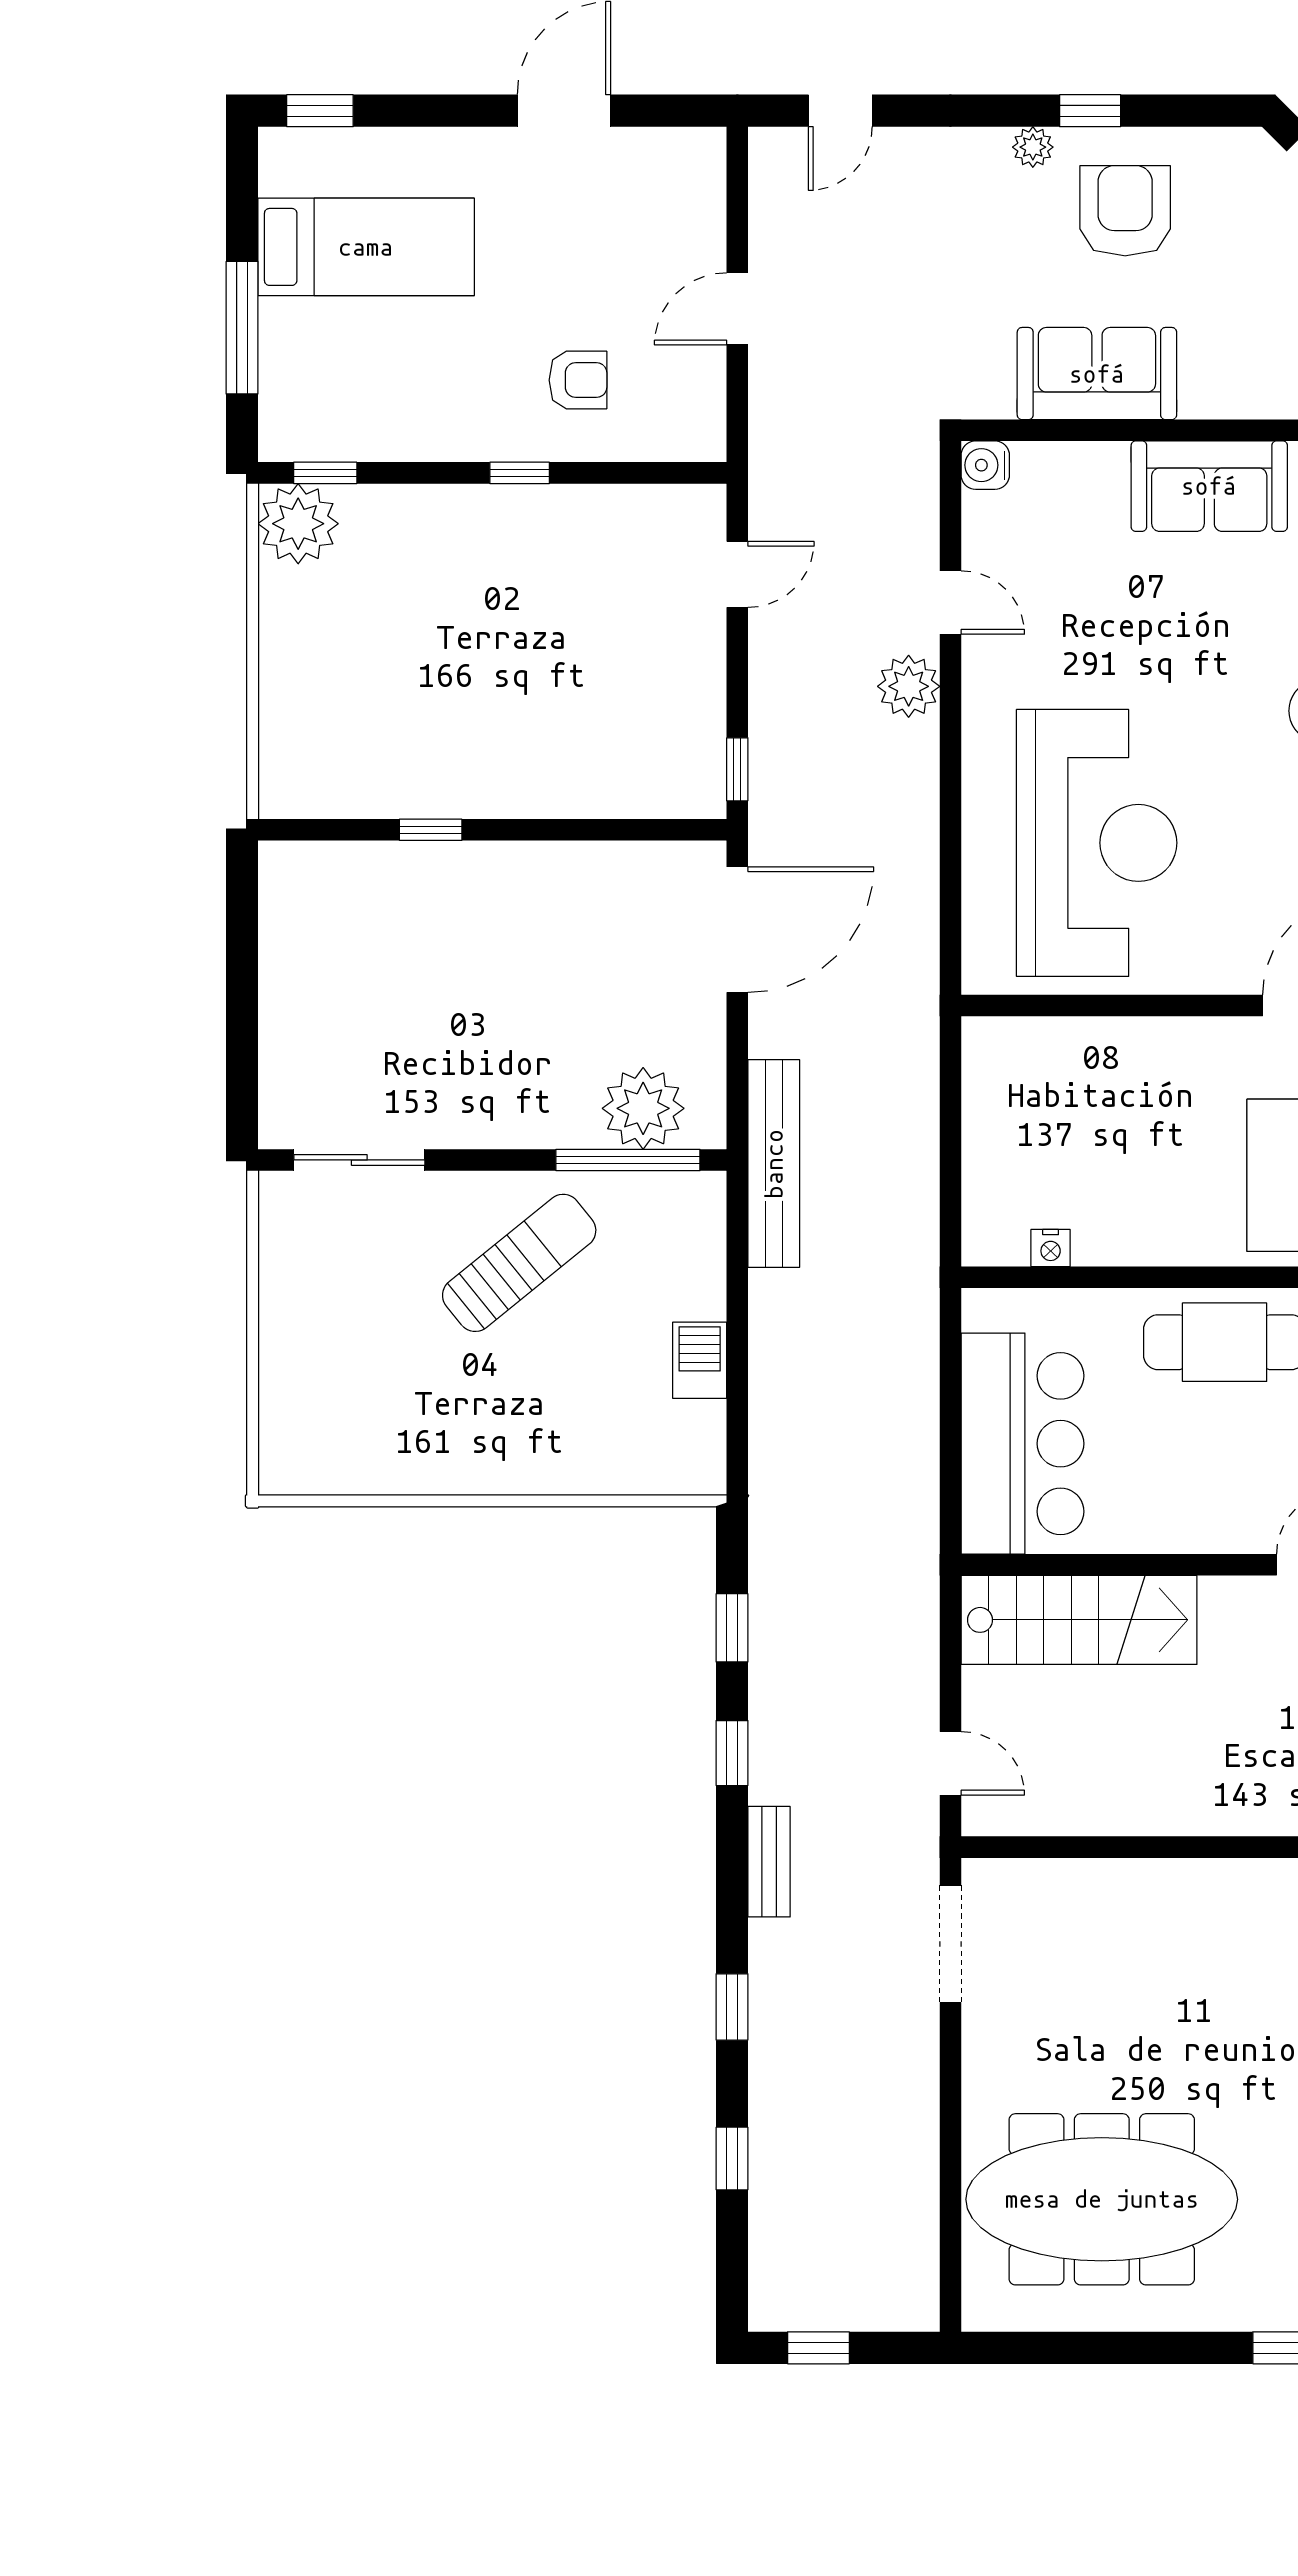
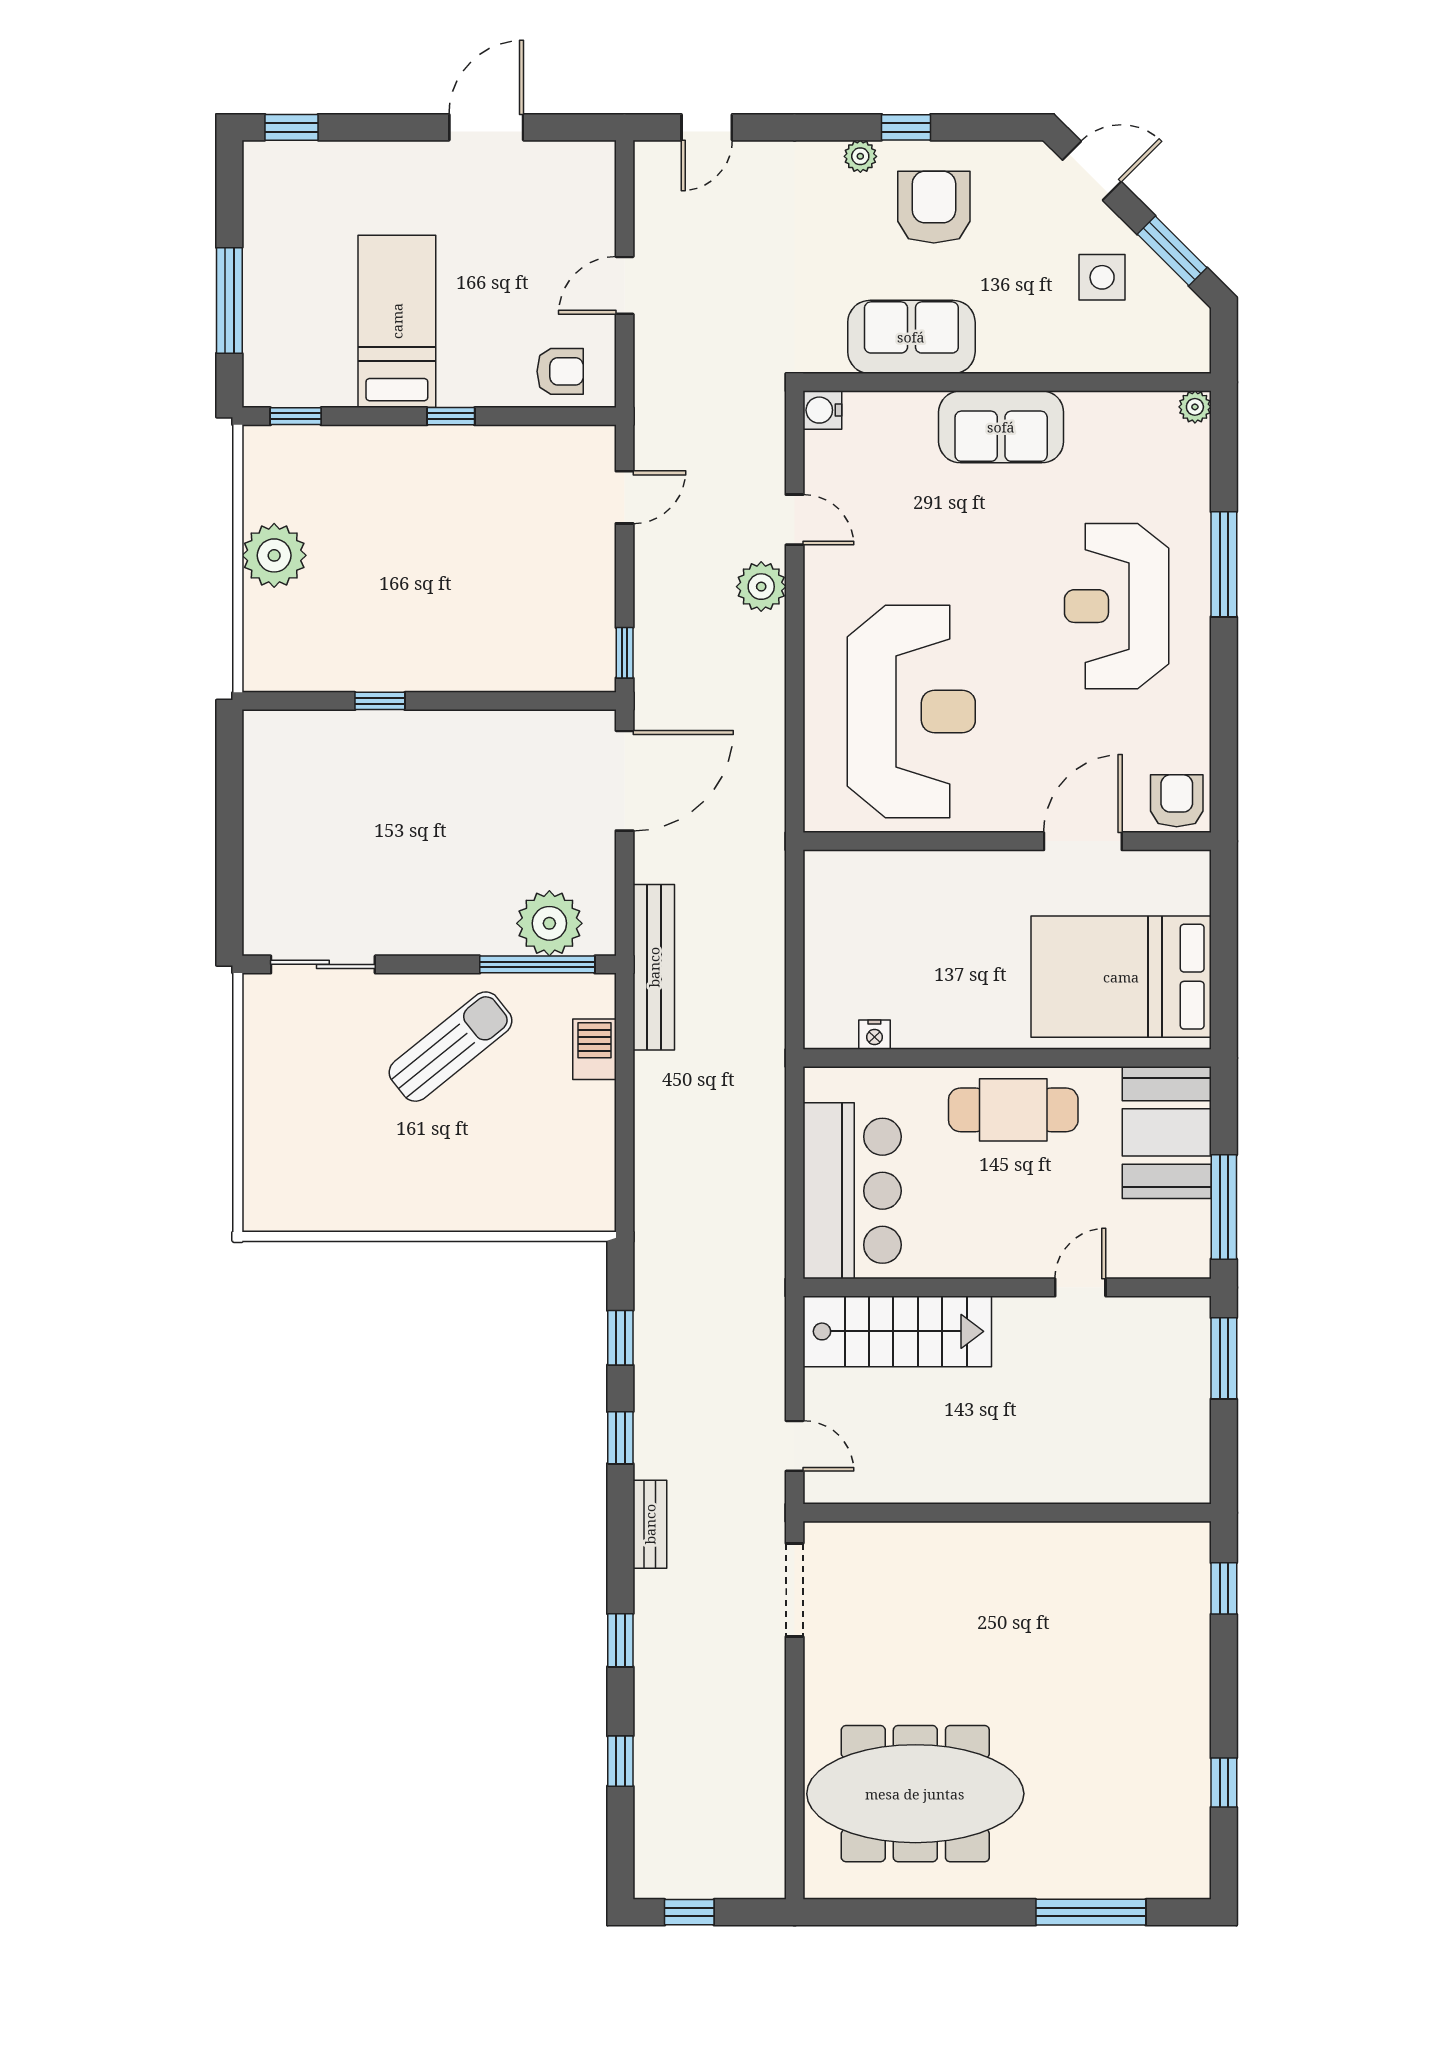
bed: (366, 247) -> (397, 321), moved, turned -90
armchair: (578, 380) -> (560, 371), moved
plant: (298, 524) -> (274, 555), moved
barbecue: (700, 1360) -> (594, 1049), moved

